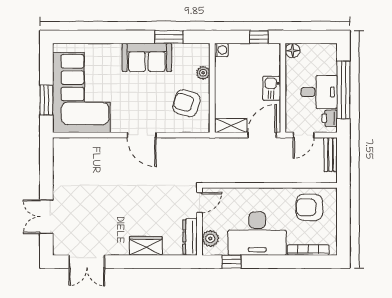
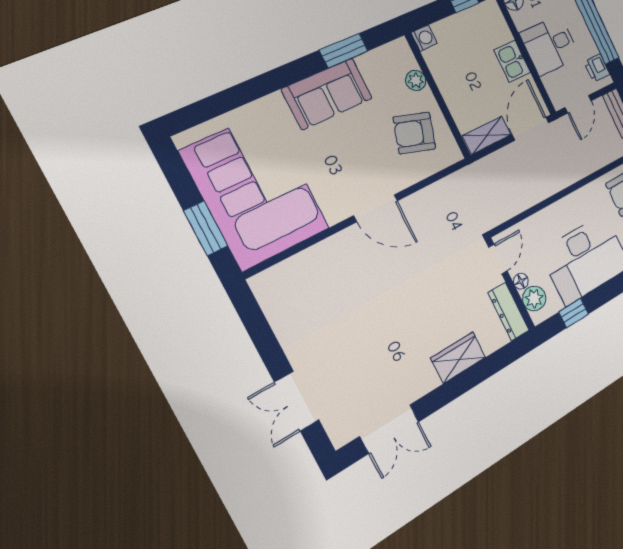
desk: (319, 92) -> (550, 45), moved, turned 180
floor lamp: (207, 224) -> (521, 281), added

